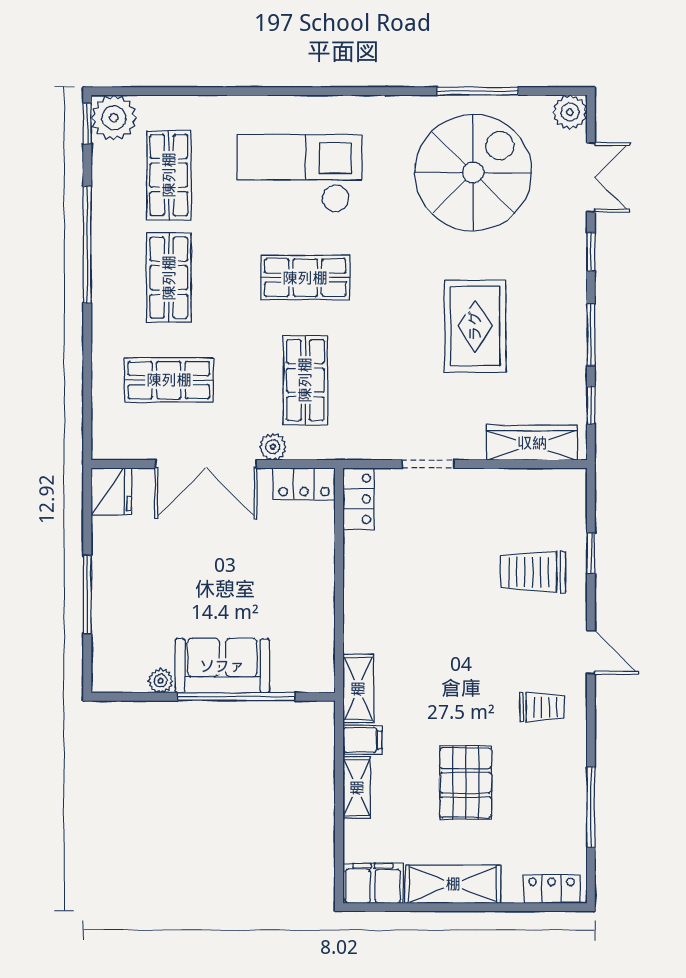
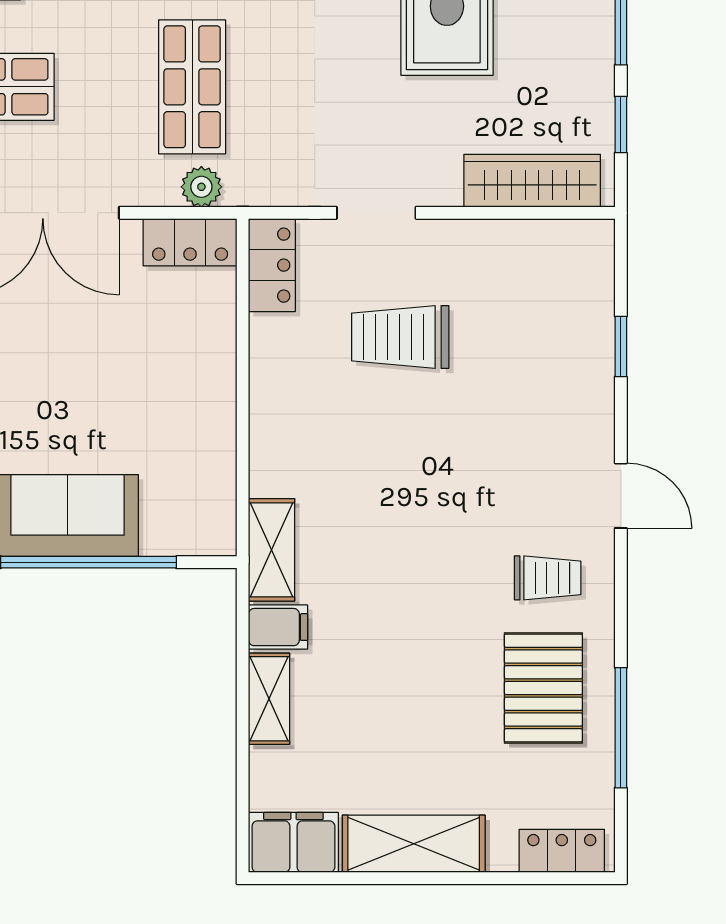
plant: (273, 447) -> (201, 187), moved
trolley: (533, 572) -> (400, 337), moved
pallet: (466, 783) -> (543, 688), moved

